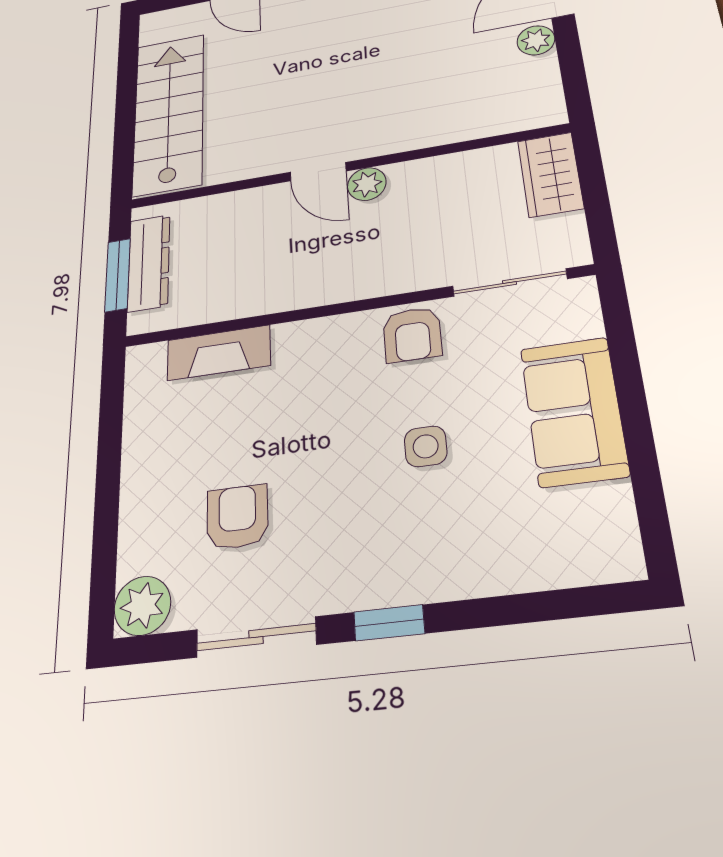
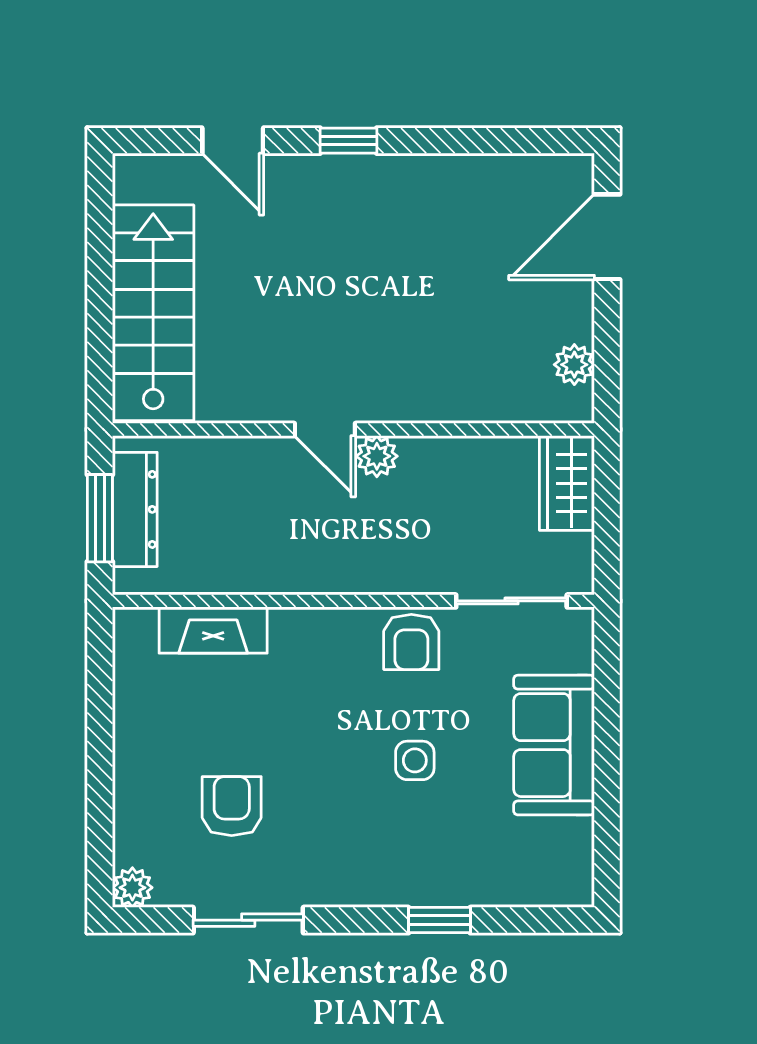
plant: (536, 40) -> (574, 365), moved
plant: (142, 606) -> (132, 888), width x0.73, depth x0.73
window: (389, 623) -> (439, 920), moved

